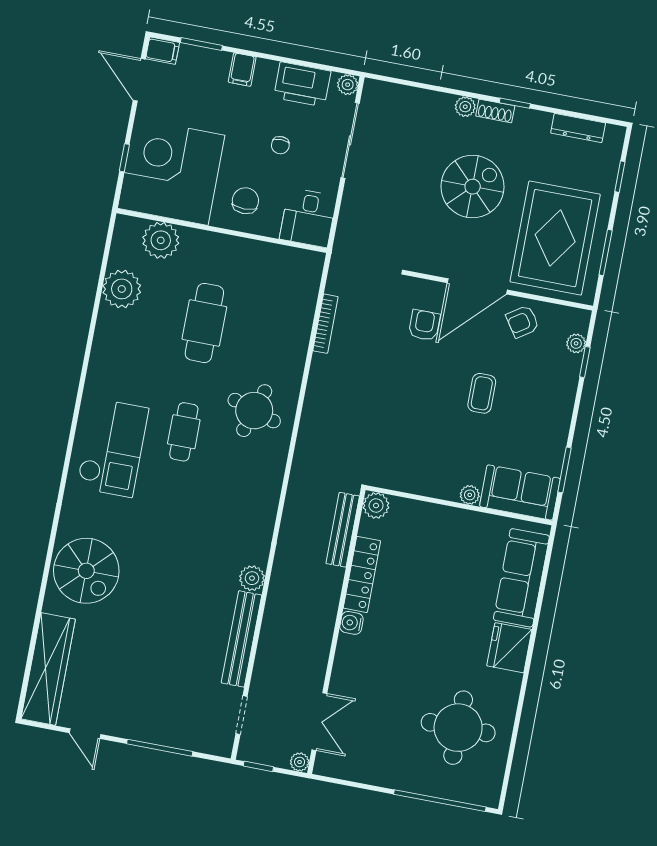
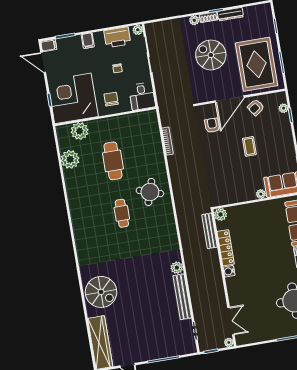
dresser: (578, 128) -> (230, 14), moved
spiral stairs: (473, 187) -> (211, 55), turned -90
checkout: (113, 448) -> (92, 232), removed

